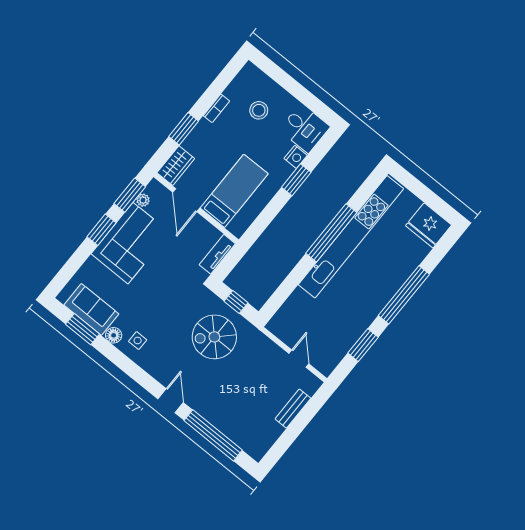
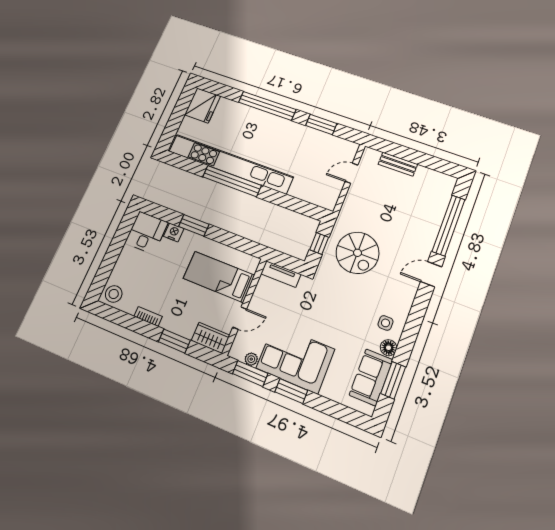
stool: (259, 110) -> (114, 294), moved
door: (186, 200) -> (240, 318), width x0.73

